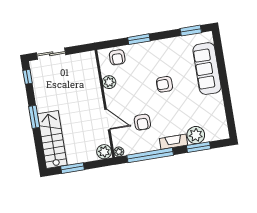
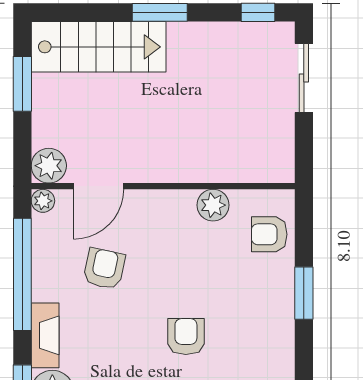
door: (107, 119) -> (99, 186), moved
armchair: (142, 122) -> (104, 269), turned 102

